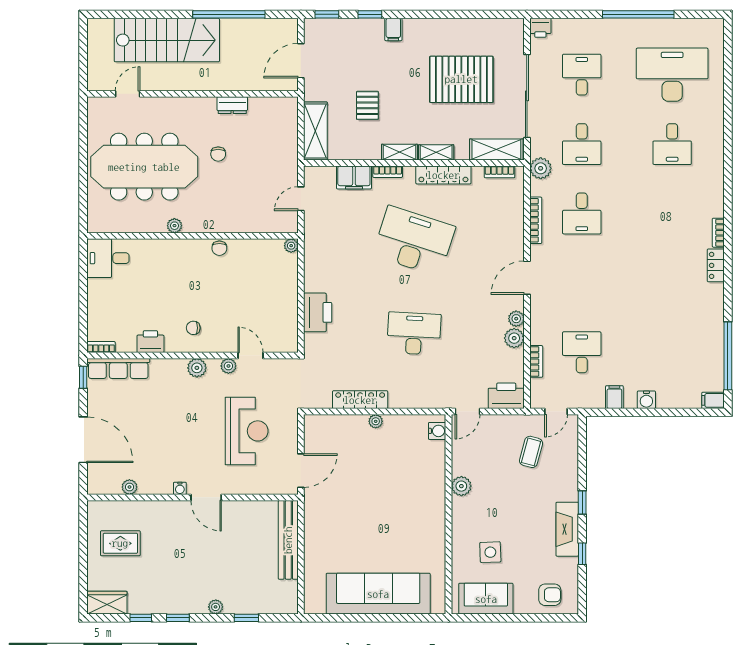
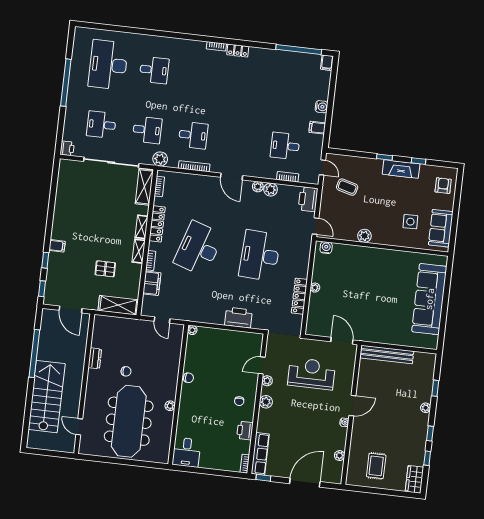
pallet: (461, 79) -> (95, 205), removed
desk: (414, 334) -> (260, 256), width x1.36, depth x1.30

